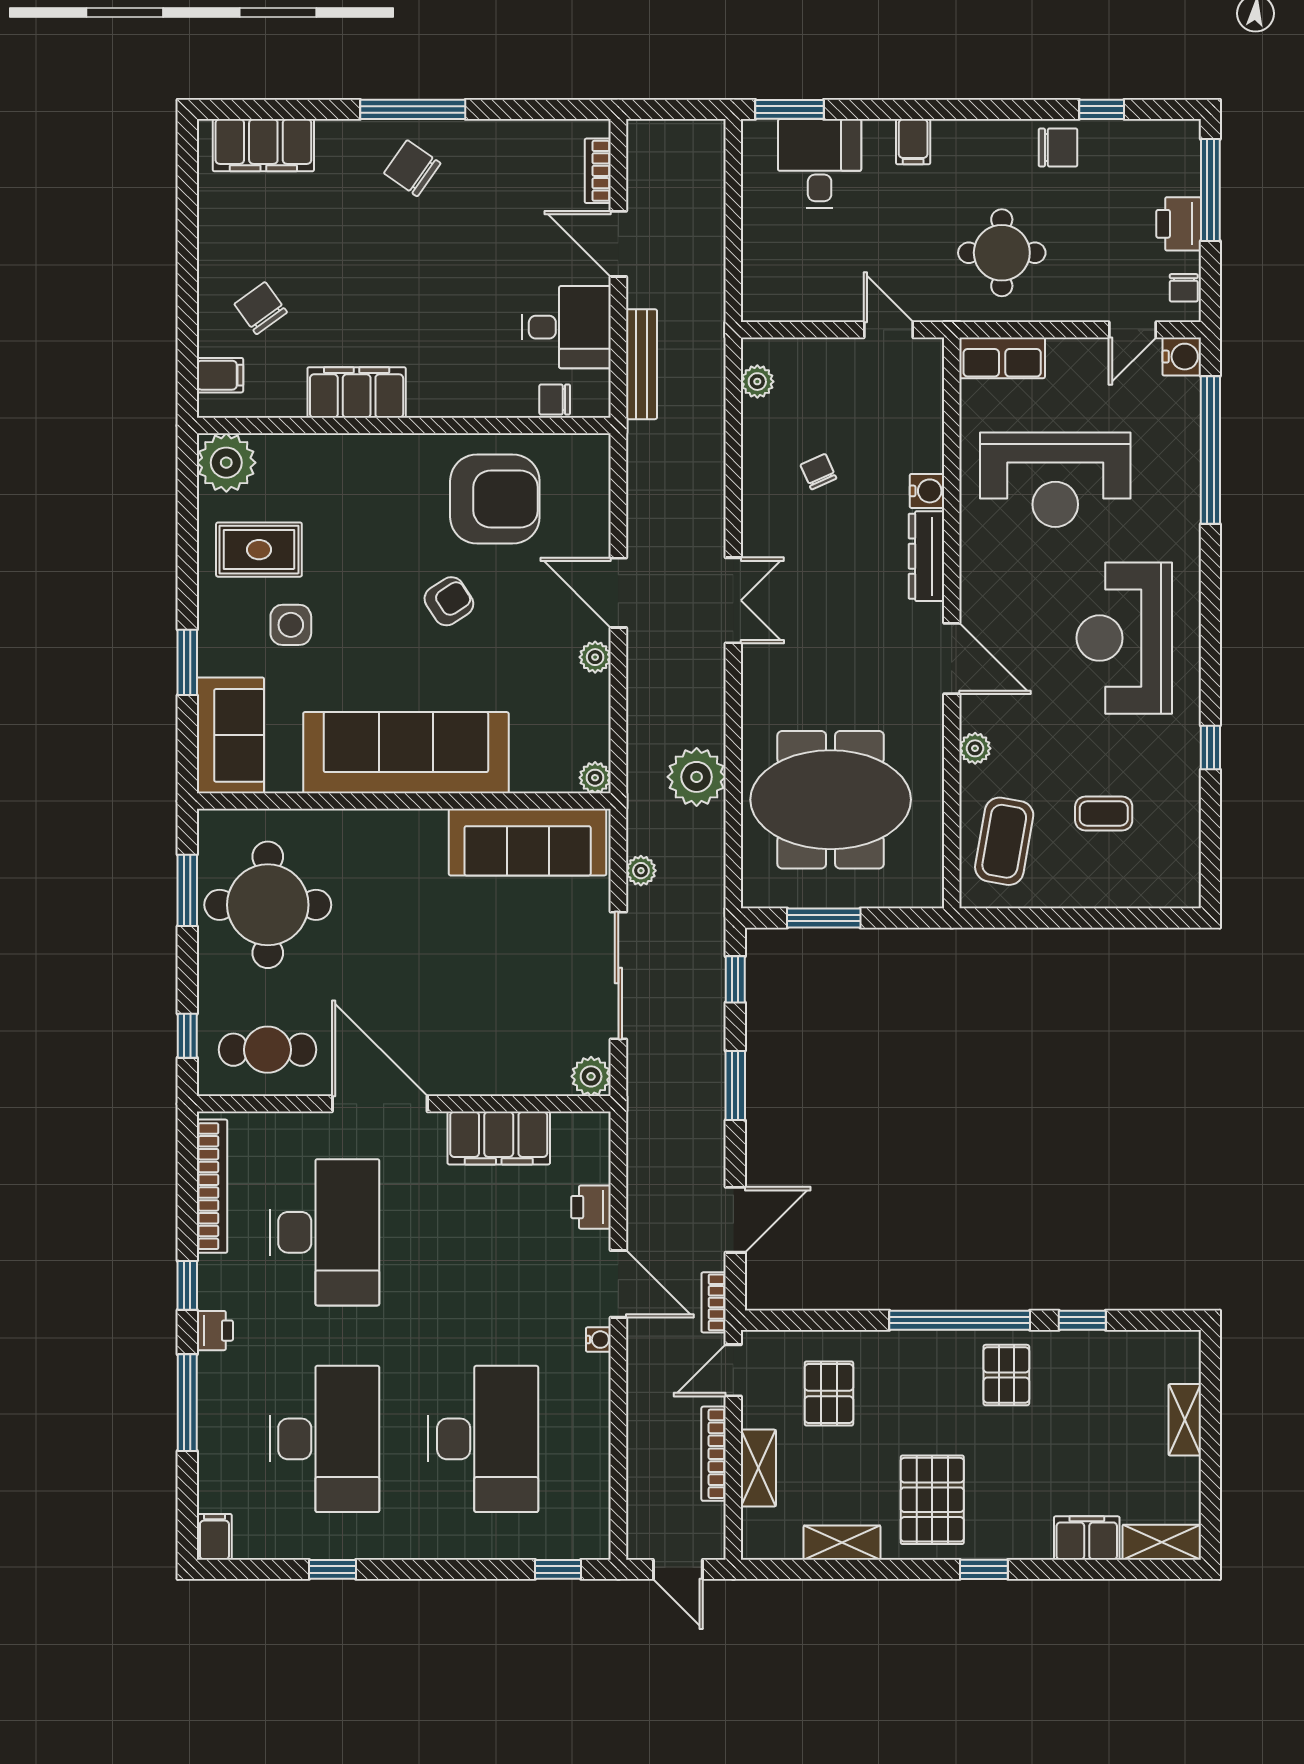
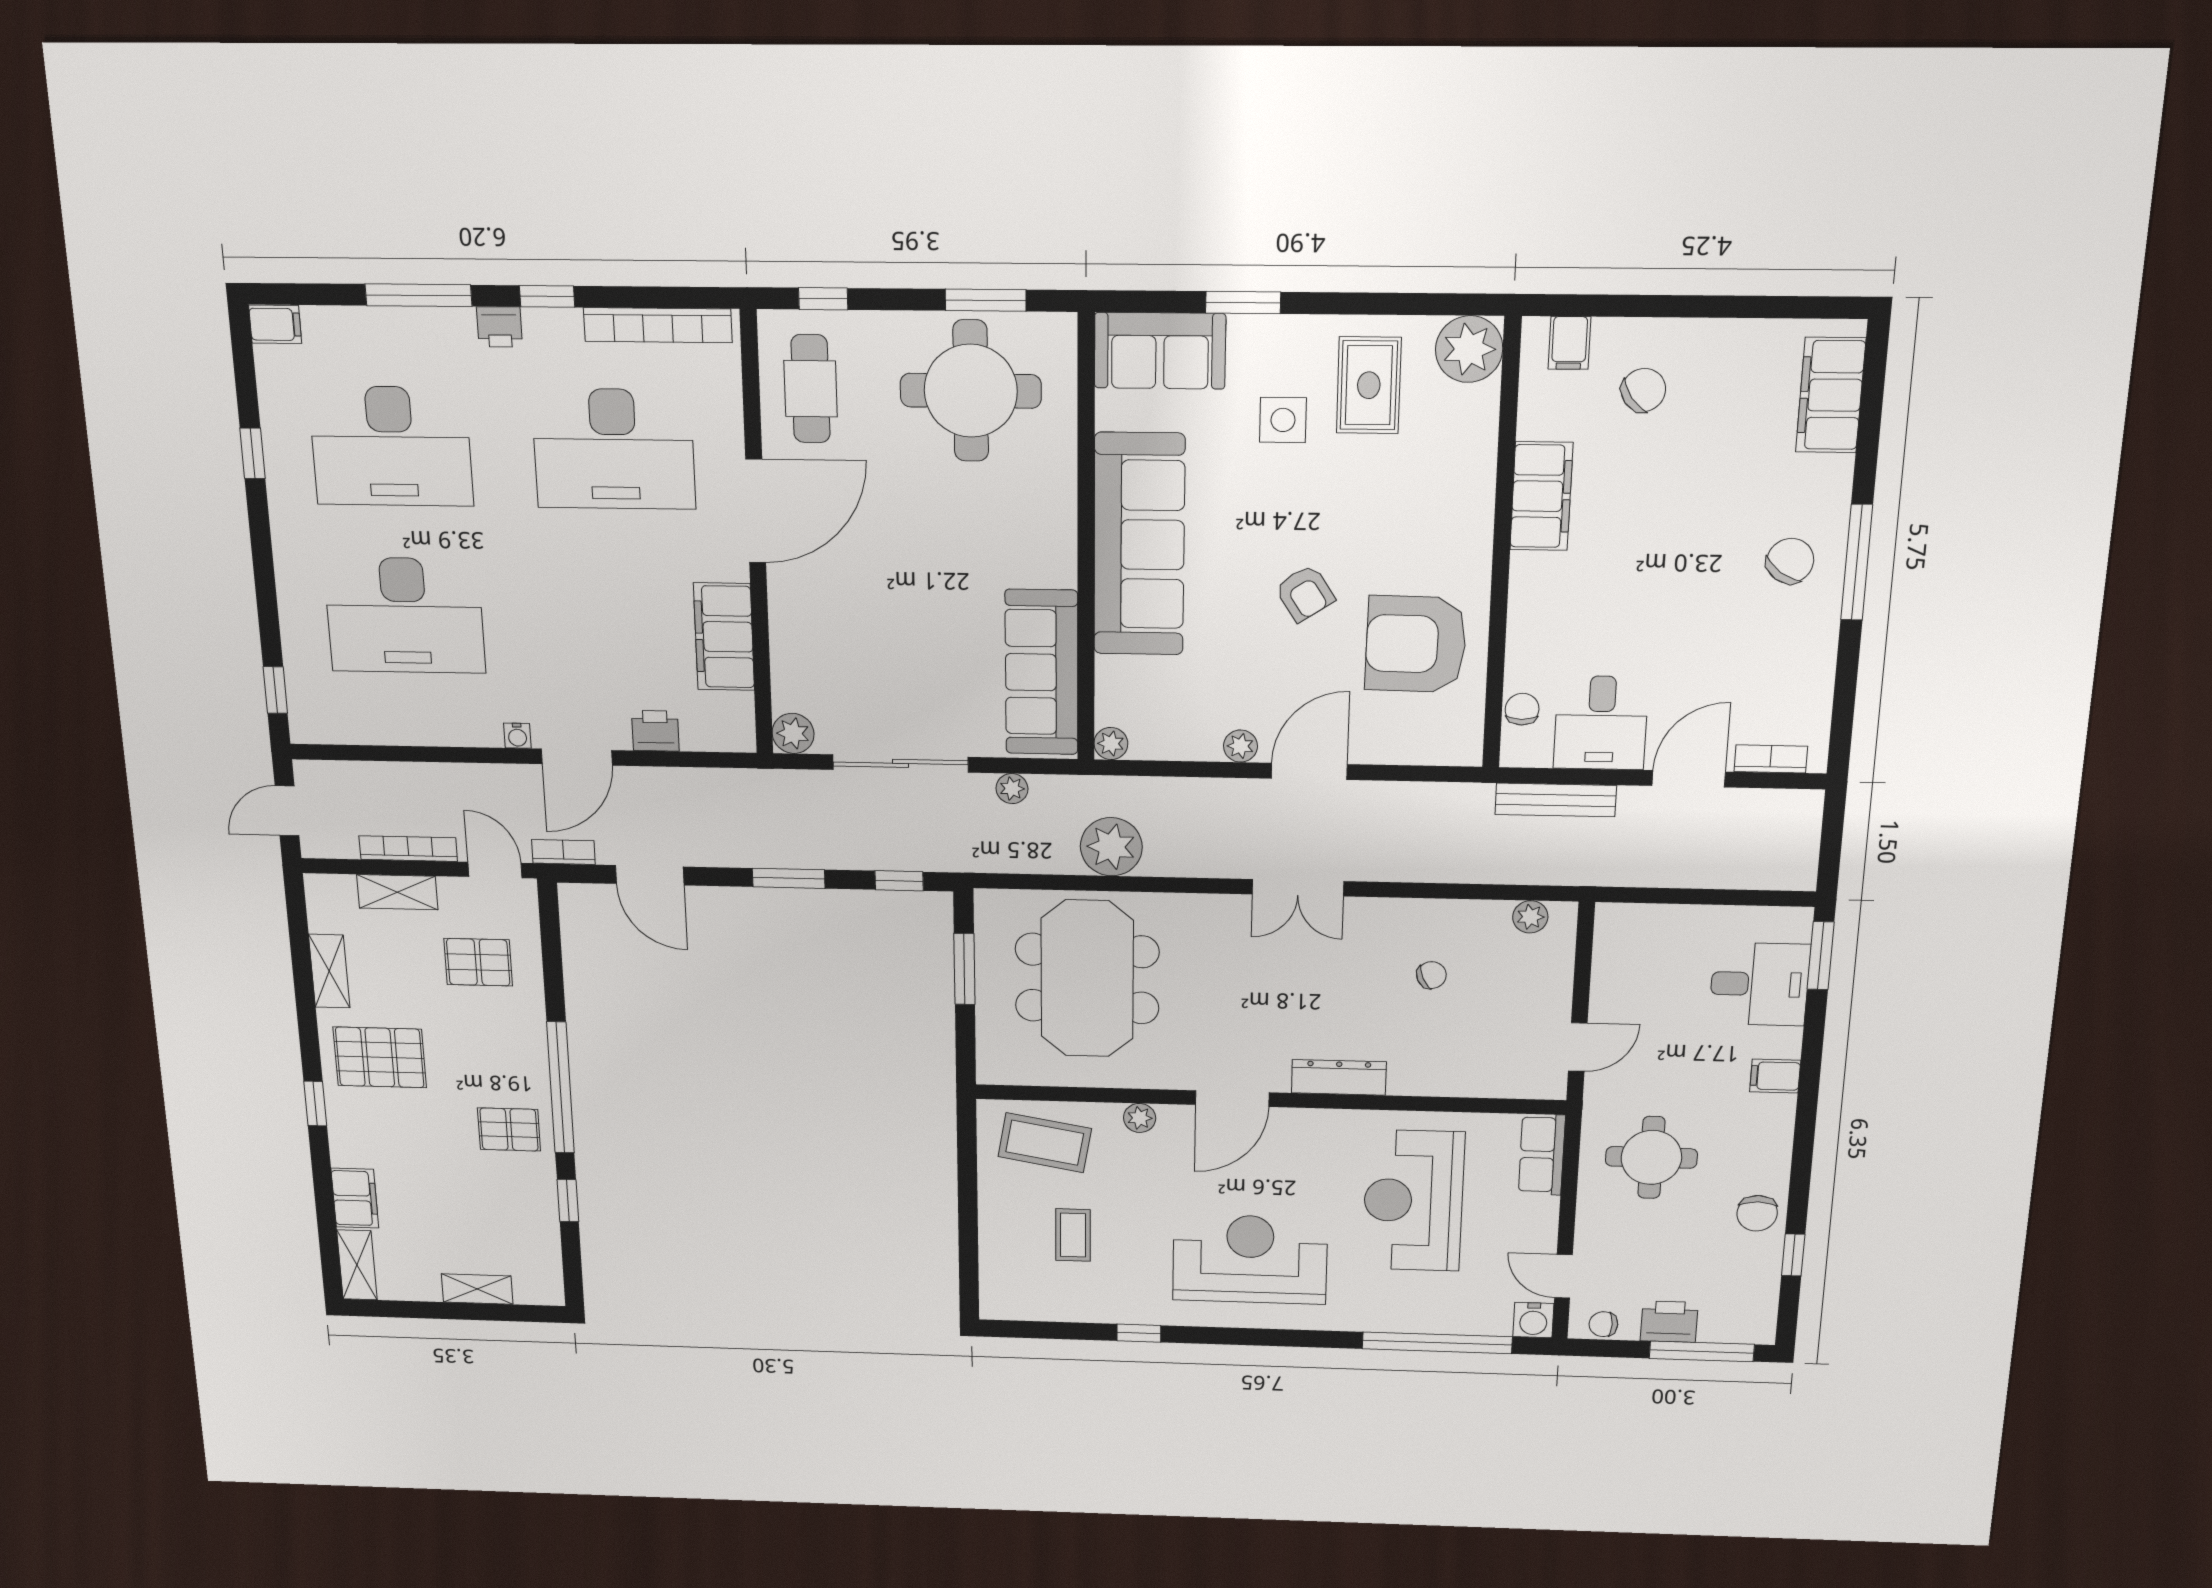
water cooler: (927, 491) -> (1407, 1080), removed
armchair: (495, 499) -> (1416, 644), turned 91

